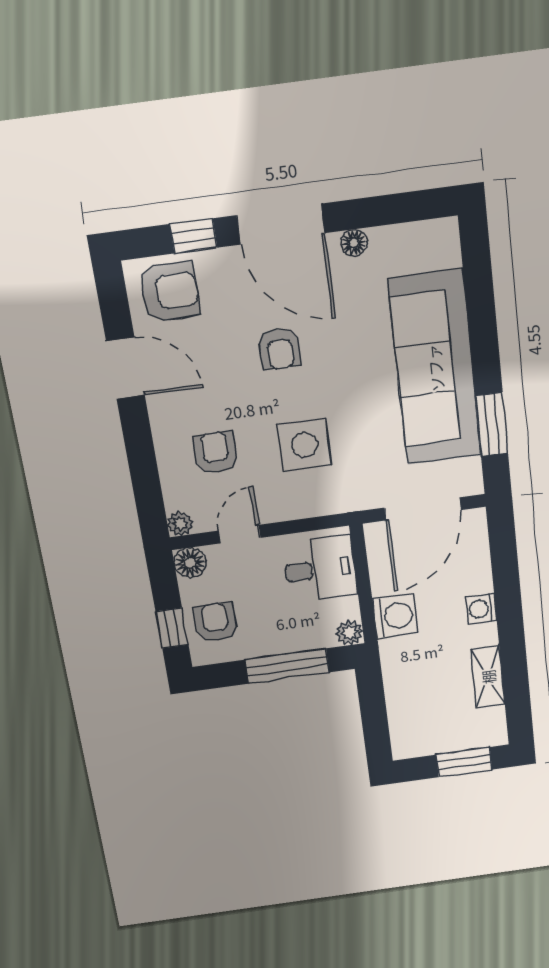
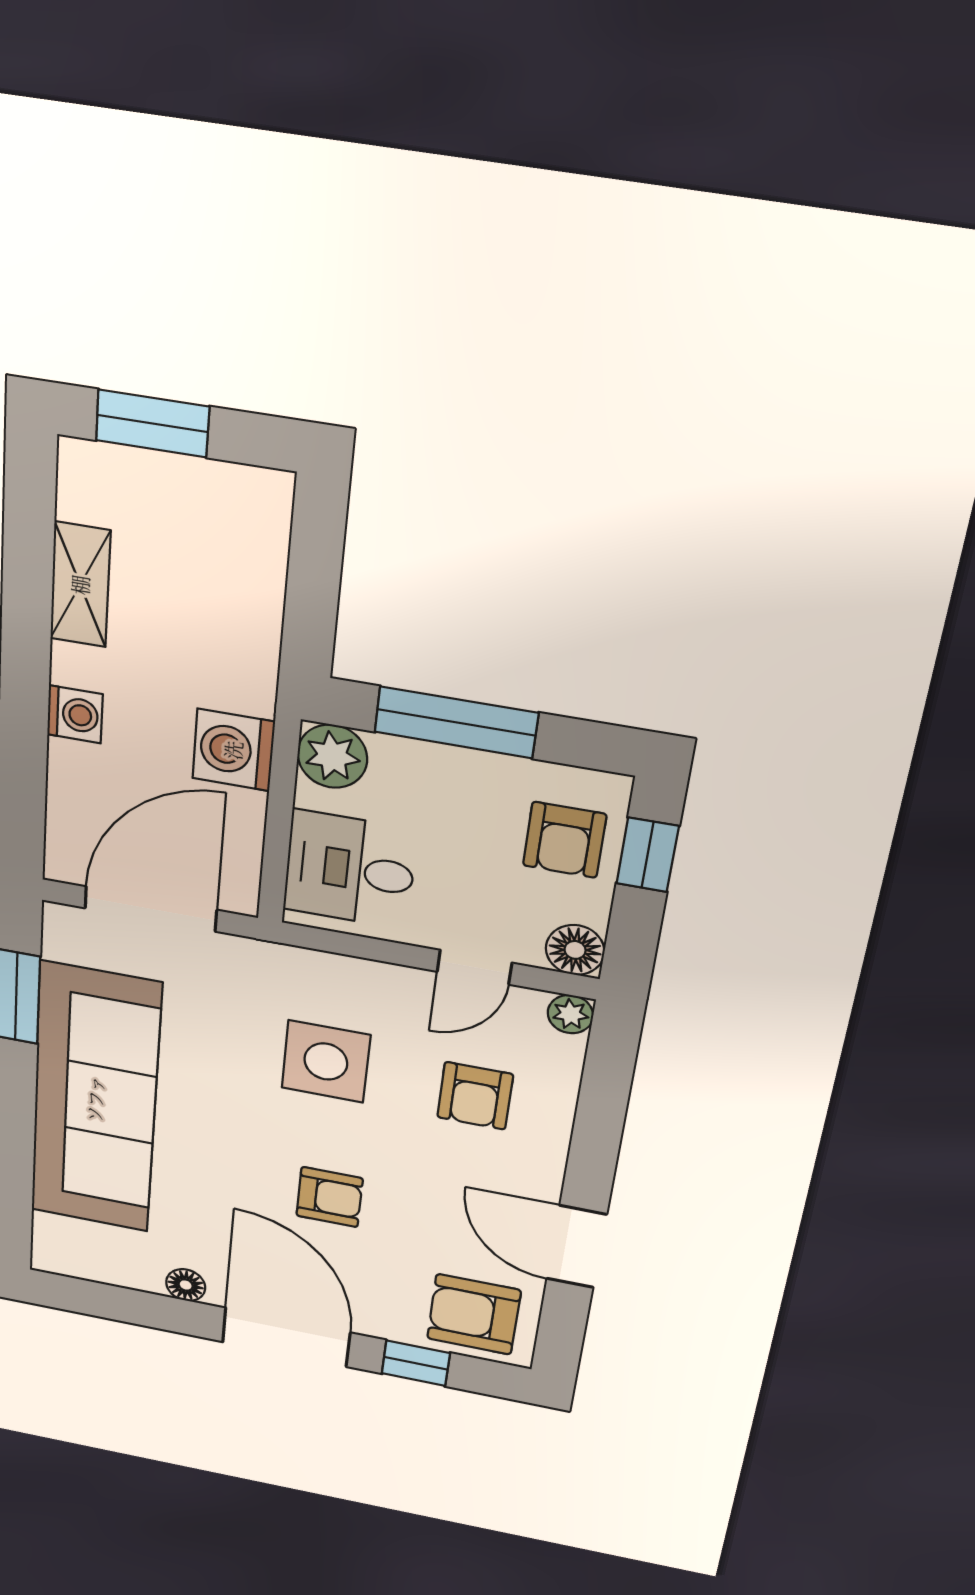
armchair: (280, 349) -> (330, 1197), turned 90
plant: (350, 633) -> (332, 756), width x1.38, depth x1.38

